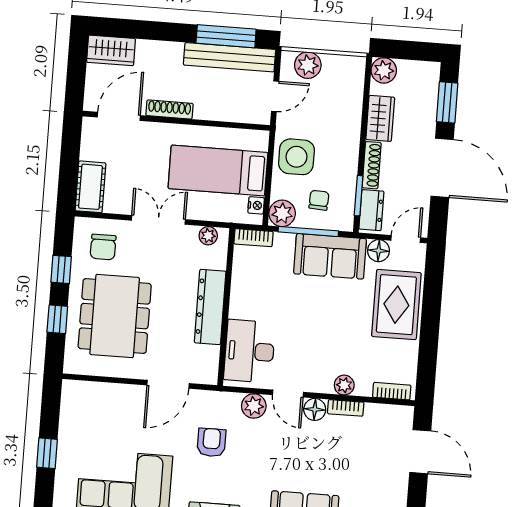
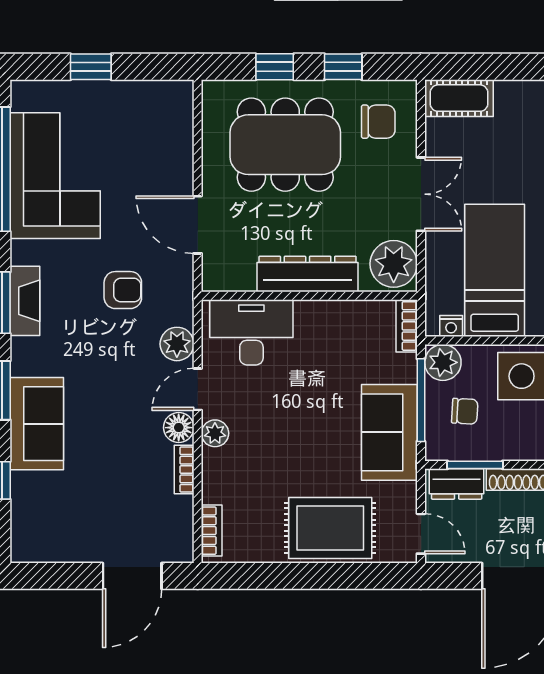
plant: (208, 236) -> (394, 264), width x1.88, depth x1.88
chair: (103, 247) -> (378, 122), turned 180
floor lamp: (379, 251) -> (402, 498), removed
plant: (344, 385) -> (215, 433), moved

